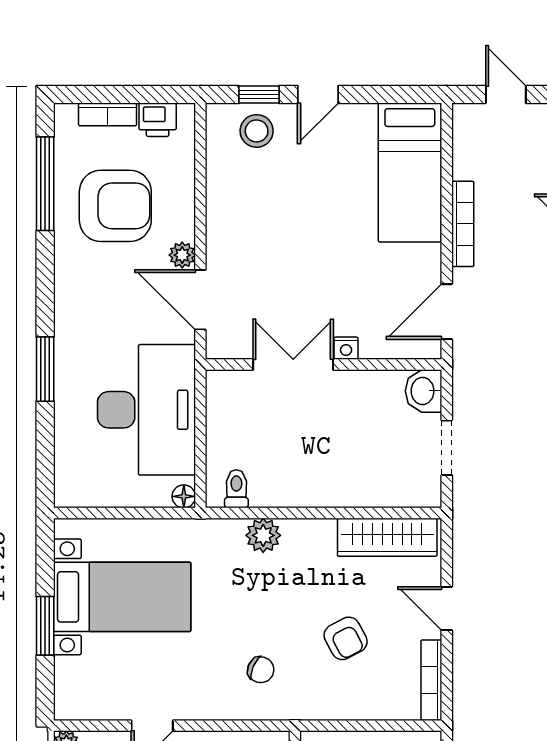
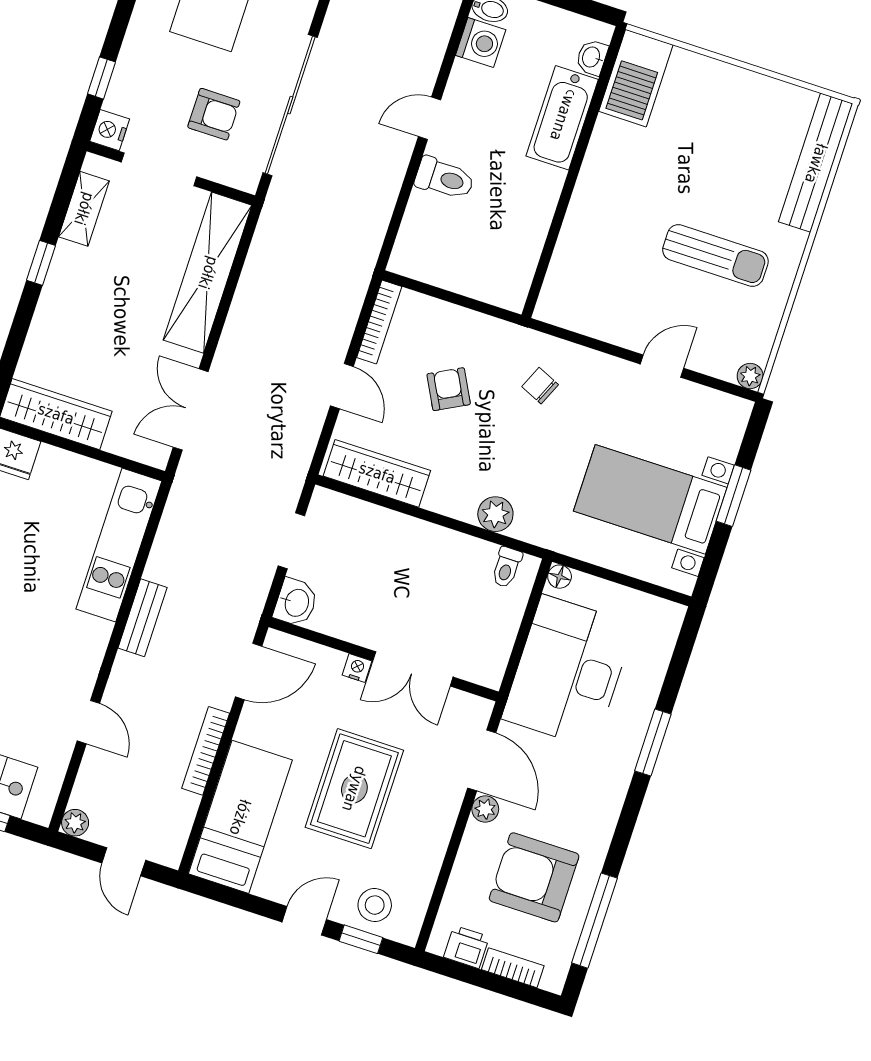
rug: (311, 234) -> (354, 789), added

